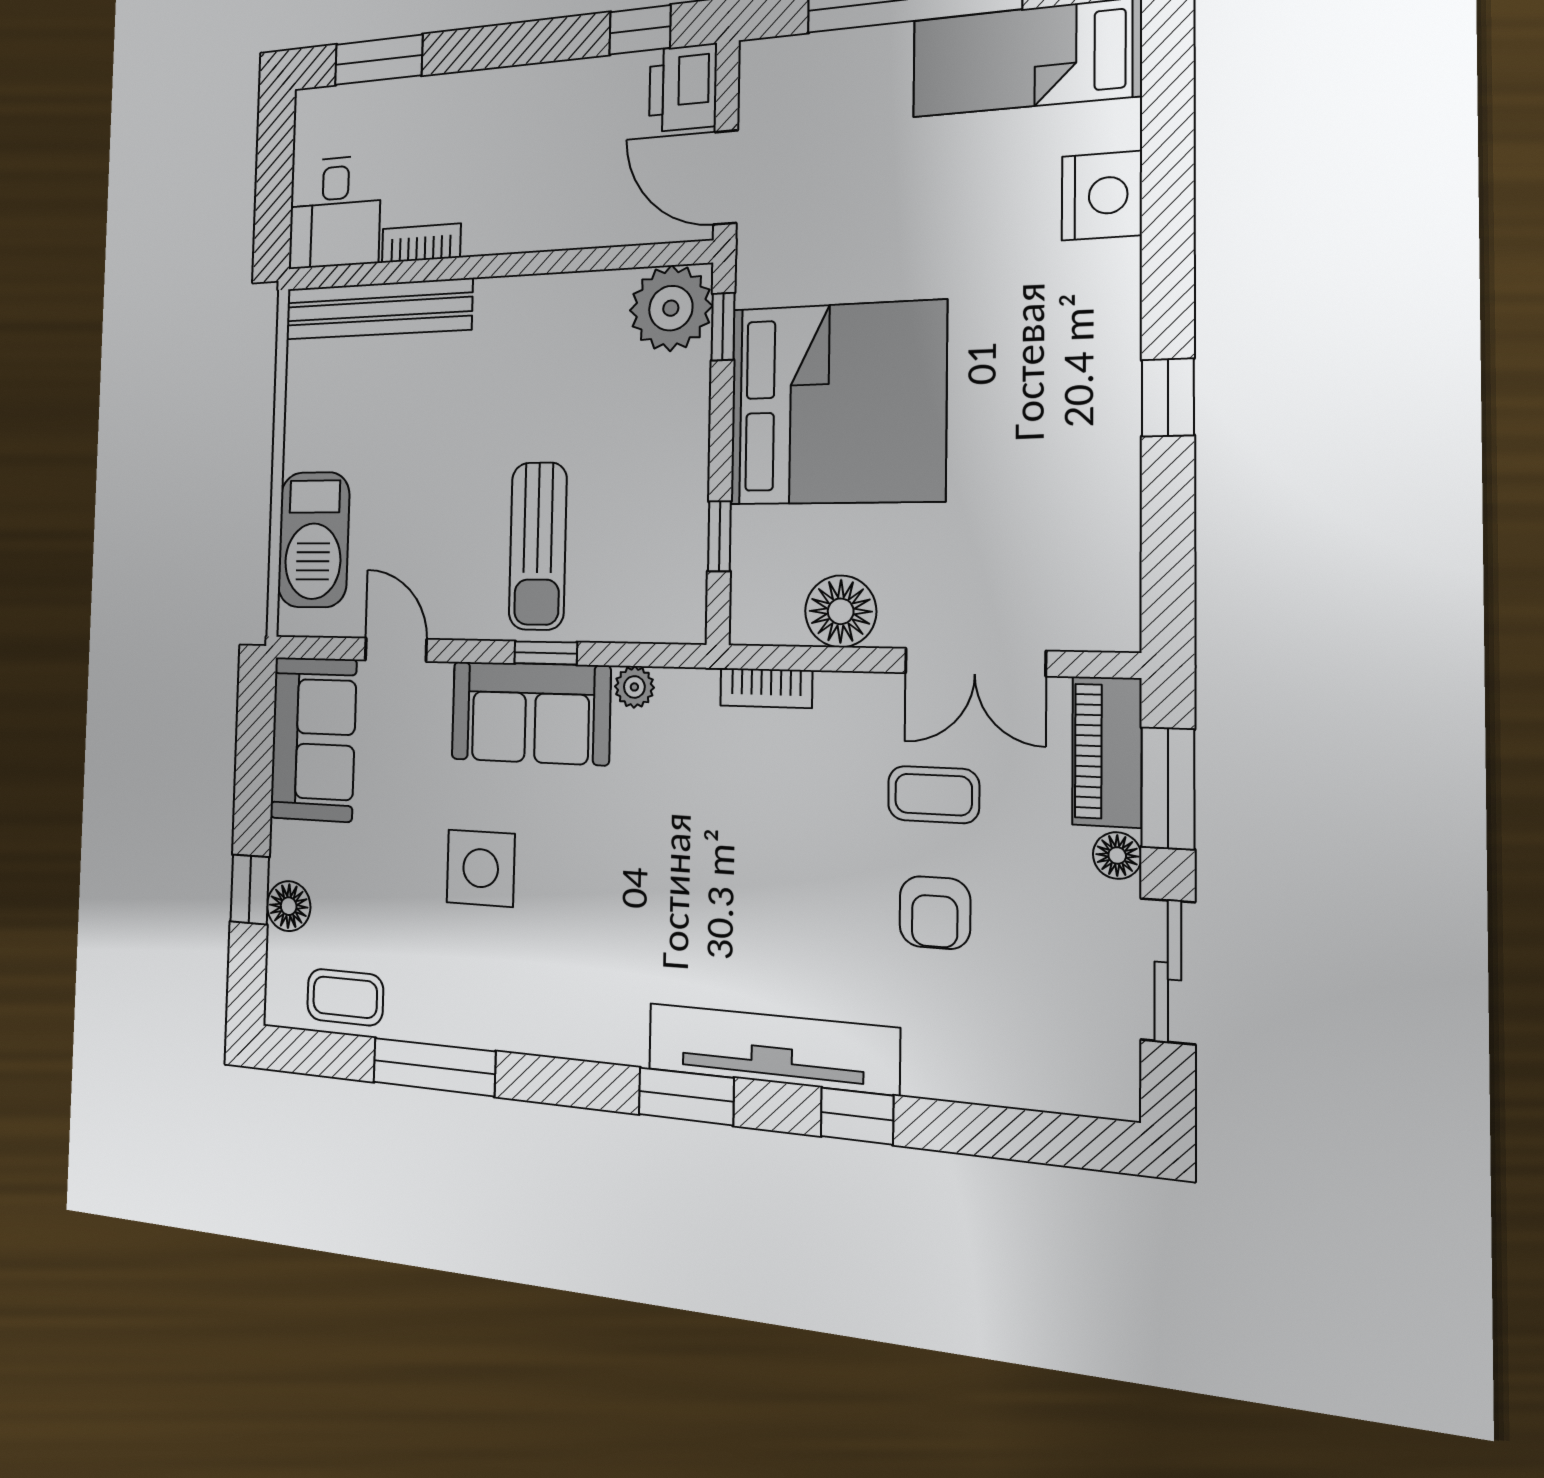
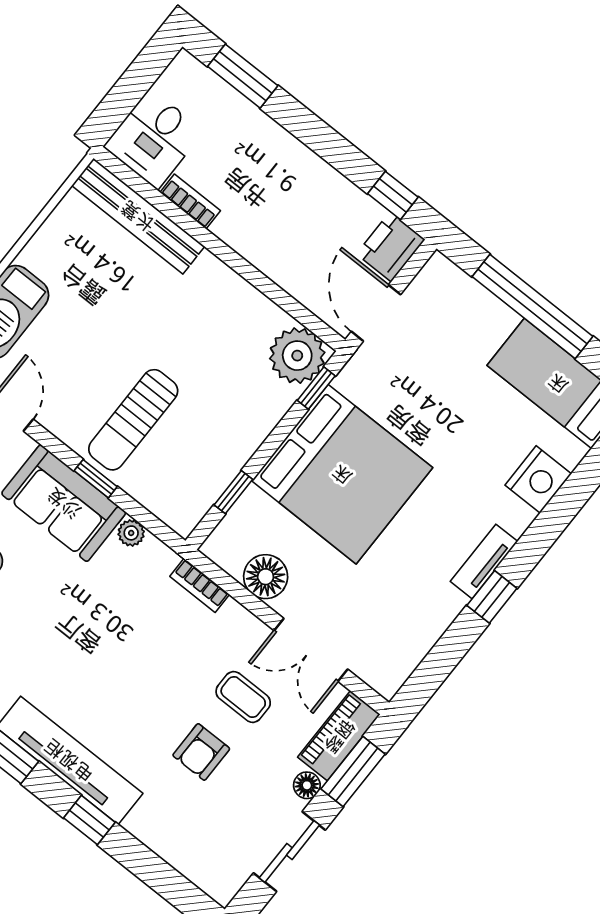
tv unit: (1117, 360) -> (484, 561), added

